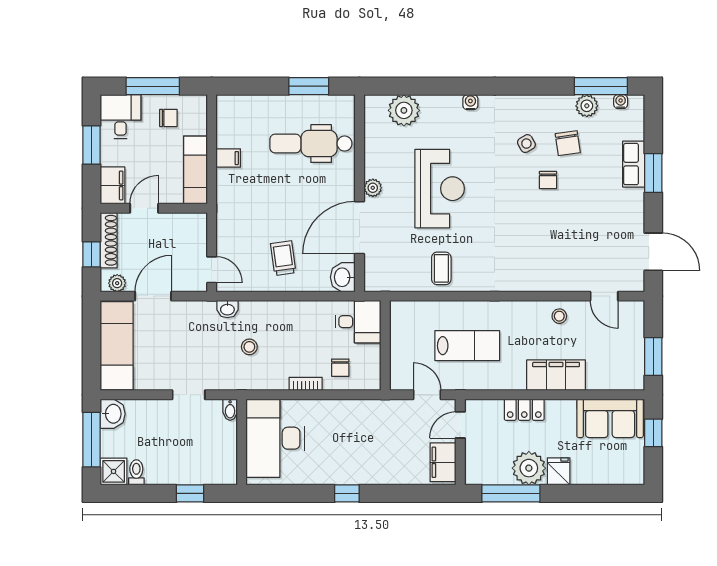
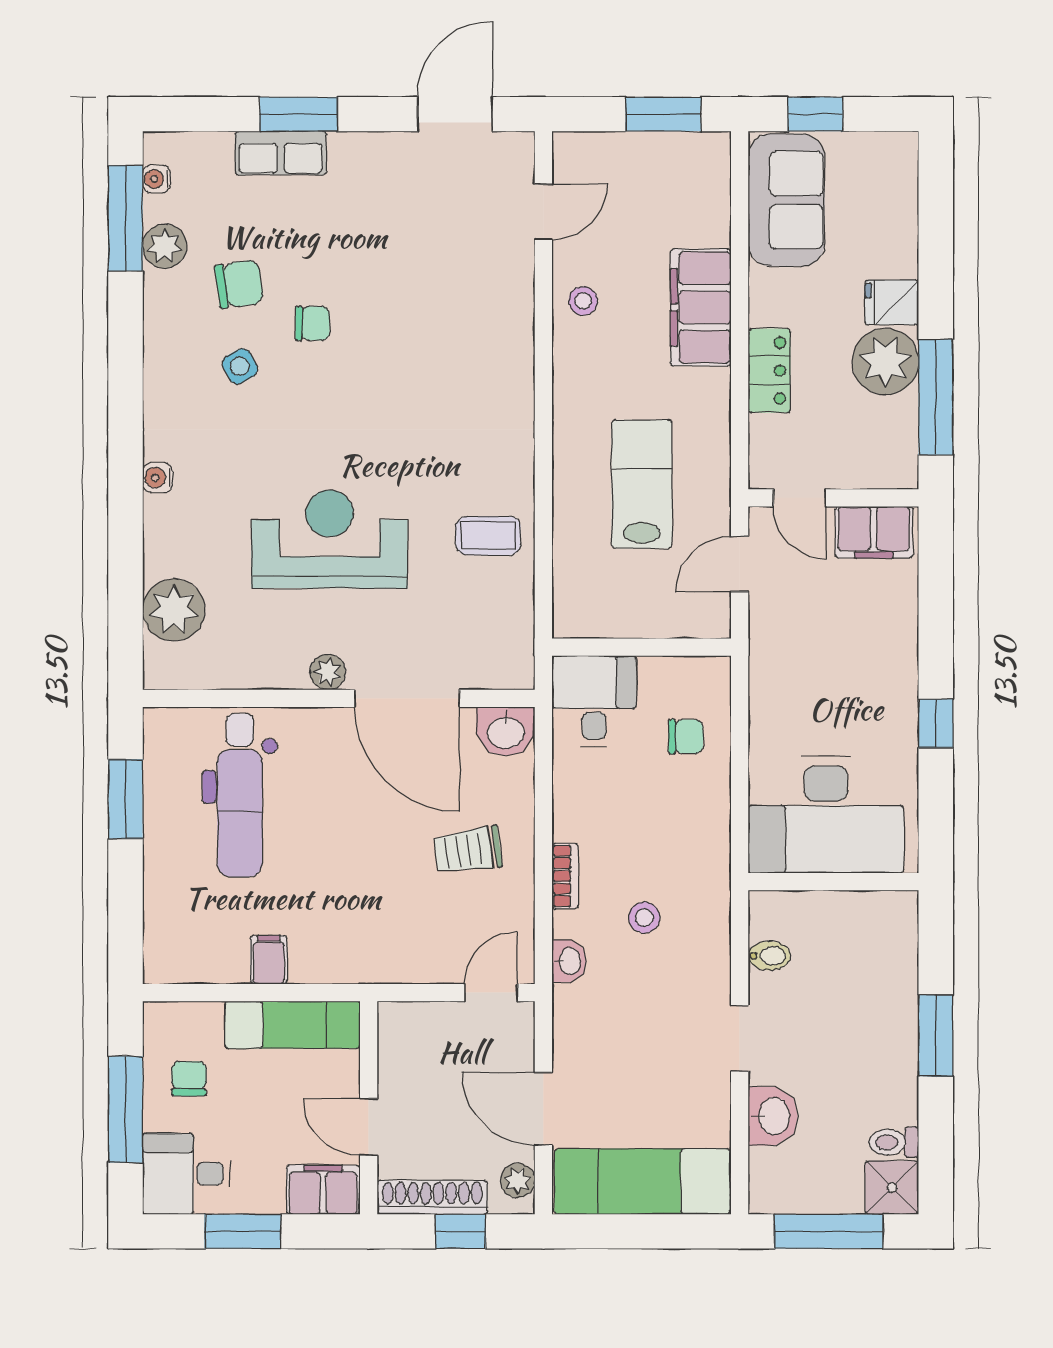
bookcase: (306, 384) -> (565, 876), moved, turned 180
washbasin: (113, 414) -> (773, 1116), moved, turned 90
desk: (275, 438) -> (826, 815), moved
wall: (242, 442) -> (833, 882), moved
window: (190, 493) -> (936, 1036), width x1.50

